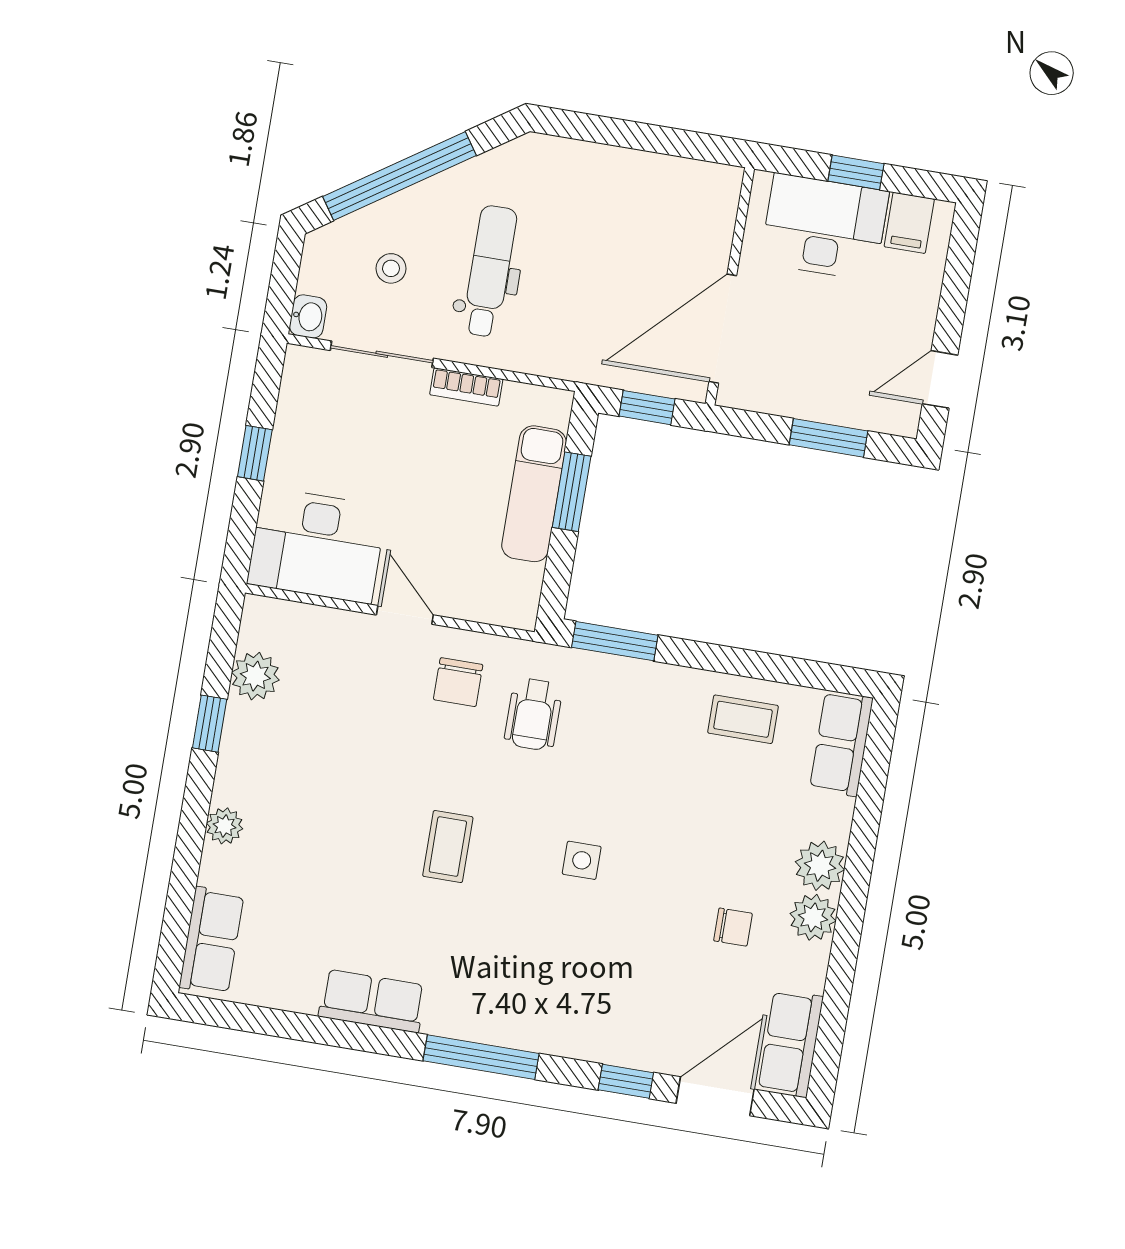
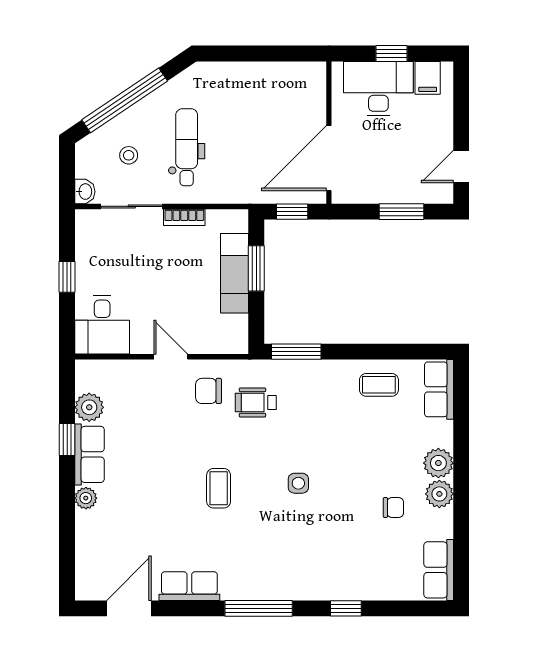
desk: (317, 545) -> (102, 325), width x0.73
chair: (458, 682) -> (209, 391), turned 90
wheelchair: (533, 714) -> (256, 402), turned 90
row of seats: (212, 941) -> (89, 454), moved
door: (715, 1096) -> (129, 608), moved

